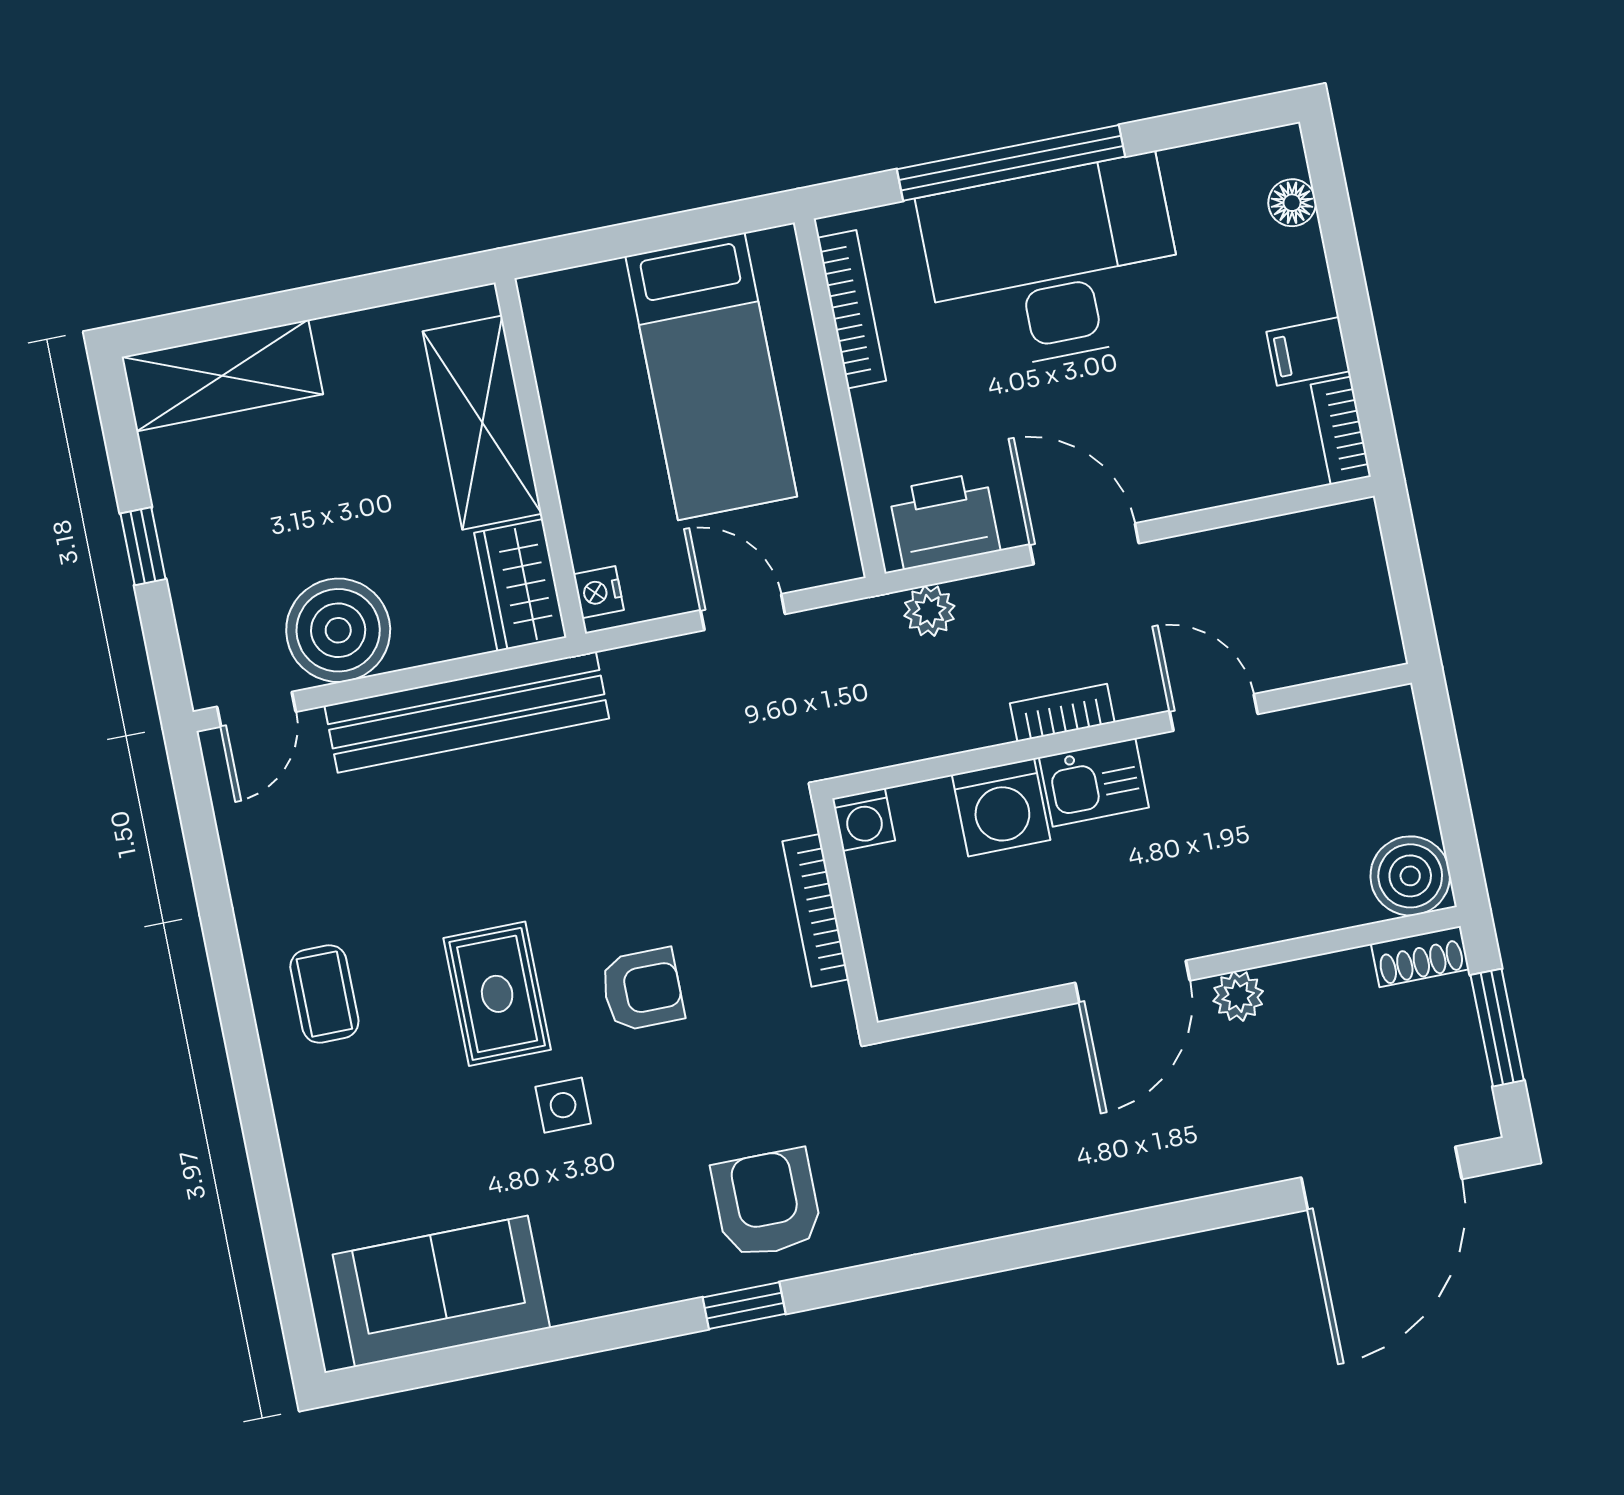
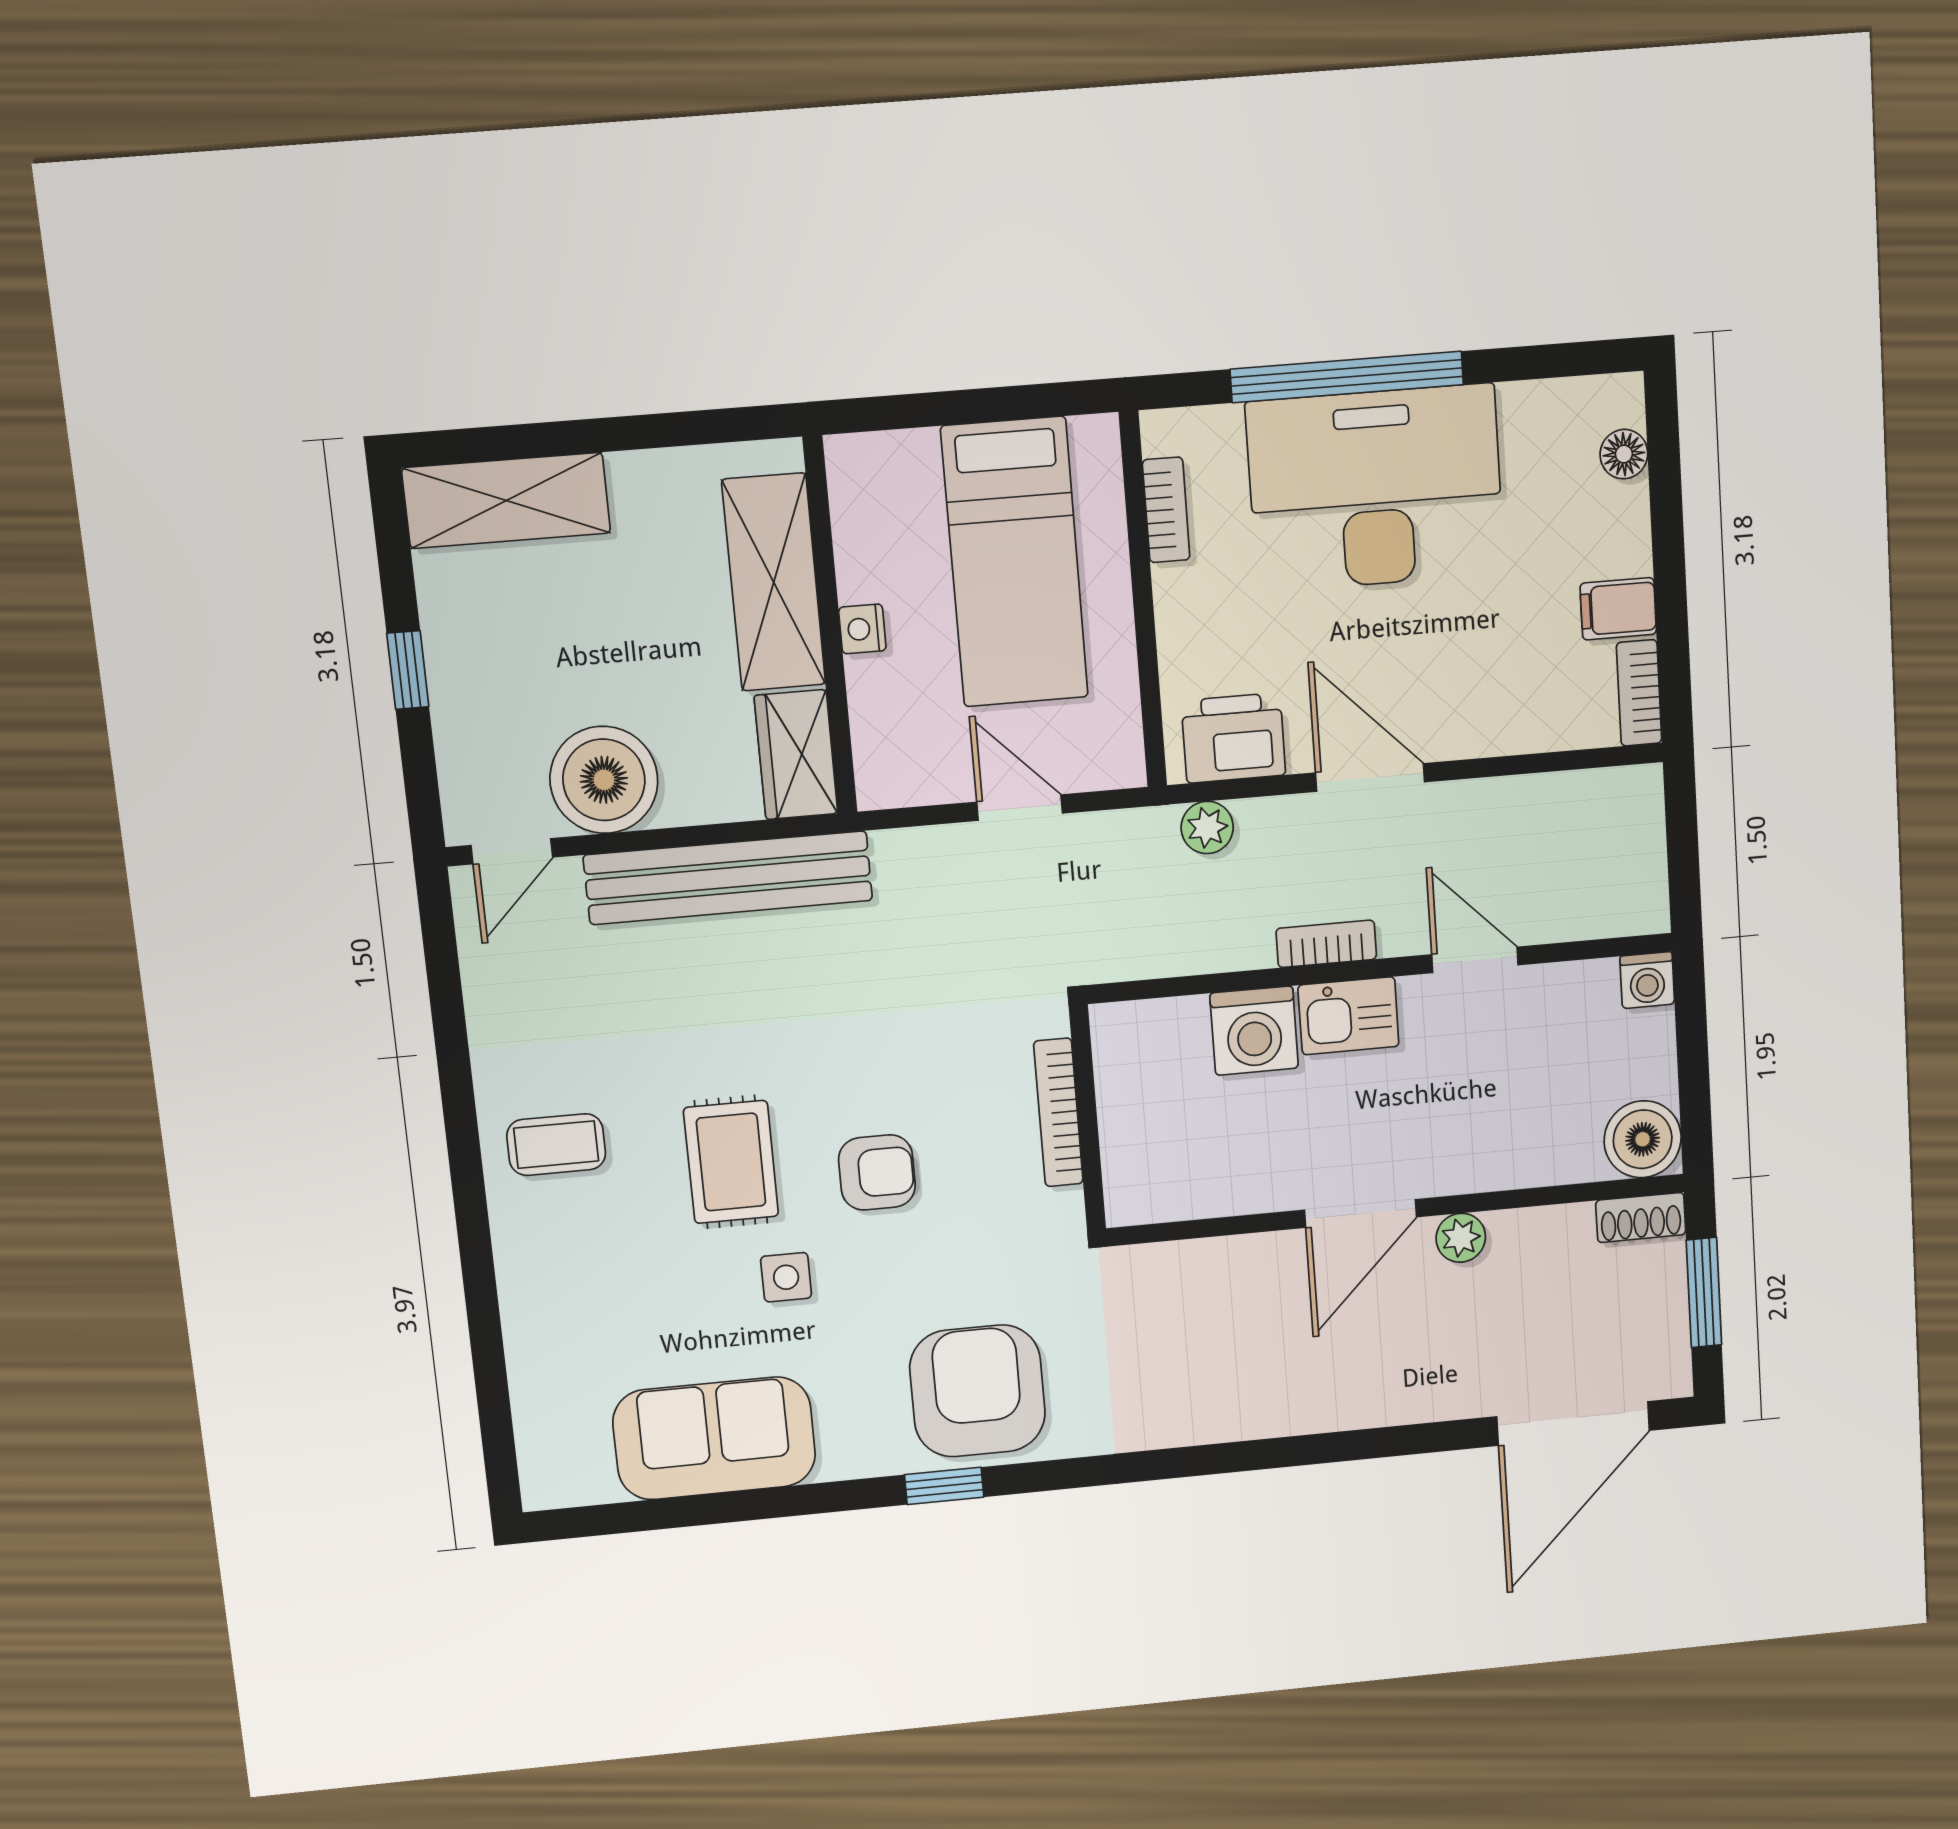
bookcase: (852, 309) -> (1166, 510), width x0.64
nightstand: (599, 592) -> (862, 629), moved
washing machine: (864, 819) -> (1647, 980), moved
coffee table: (324, 994) -> (556, 1145), turned 90
armchair: (767, 1203) -> (977, 1391), width x1.36, depth x1.36
sofa: (441, 1291) -> (714, 1438), moved

